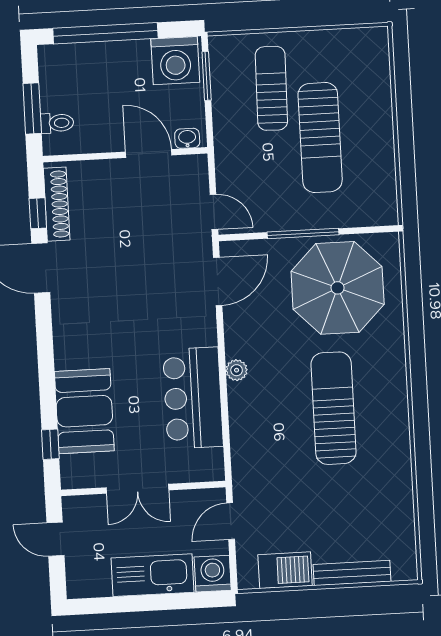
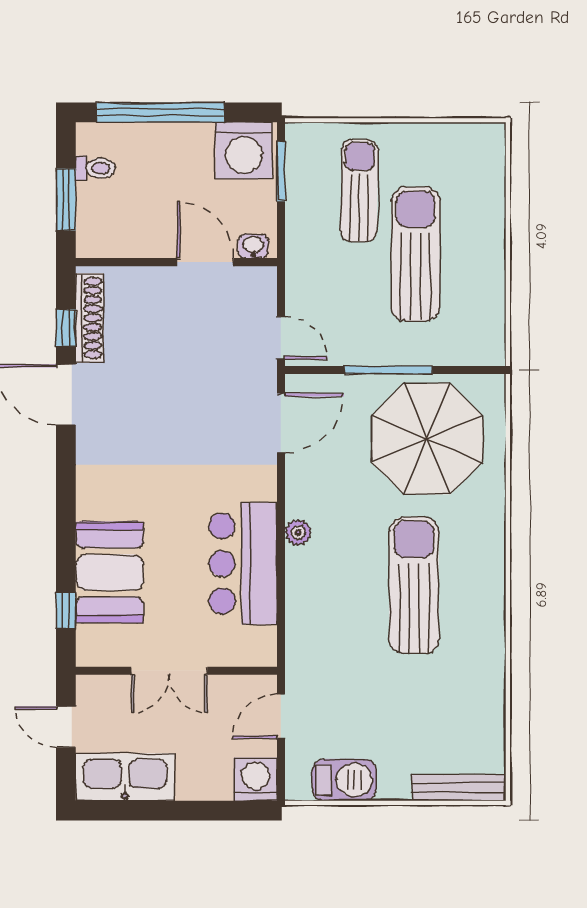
toilet: (57, 123) -> (95, 168), moved
sun lounger: (320, 138) -> (415, 254), turned 180
bench: (352, 573) -> (459, 788), moved
kitchen sink: (152, 575) -> (125, 777), moved

